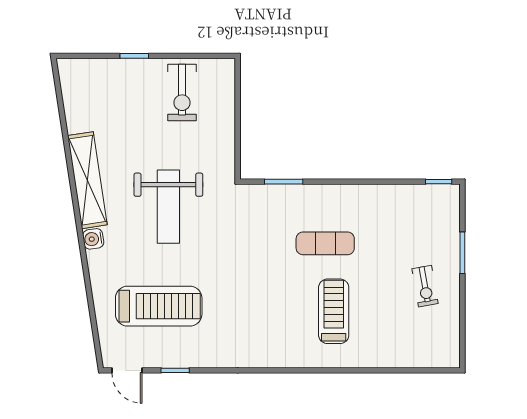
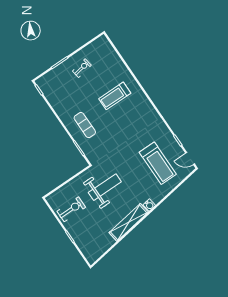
weight bench: (168, 207) -> (105, 187), moved
exercise mat: (325, 243) -> (85, 125), moved
treadmill: (159, 306) -> (158, 163), turned 180
door: (127, 370) -> (190, 159), swing flipped

